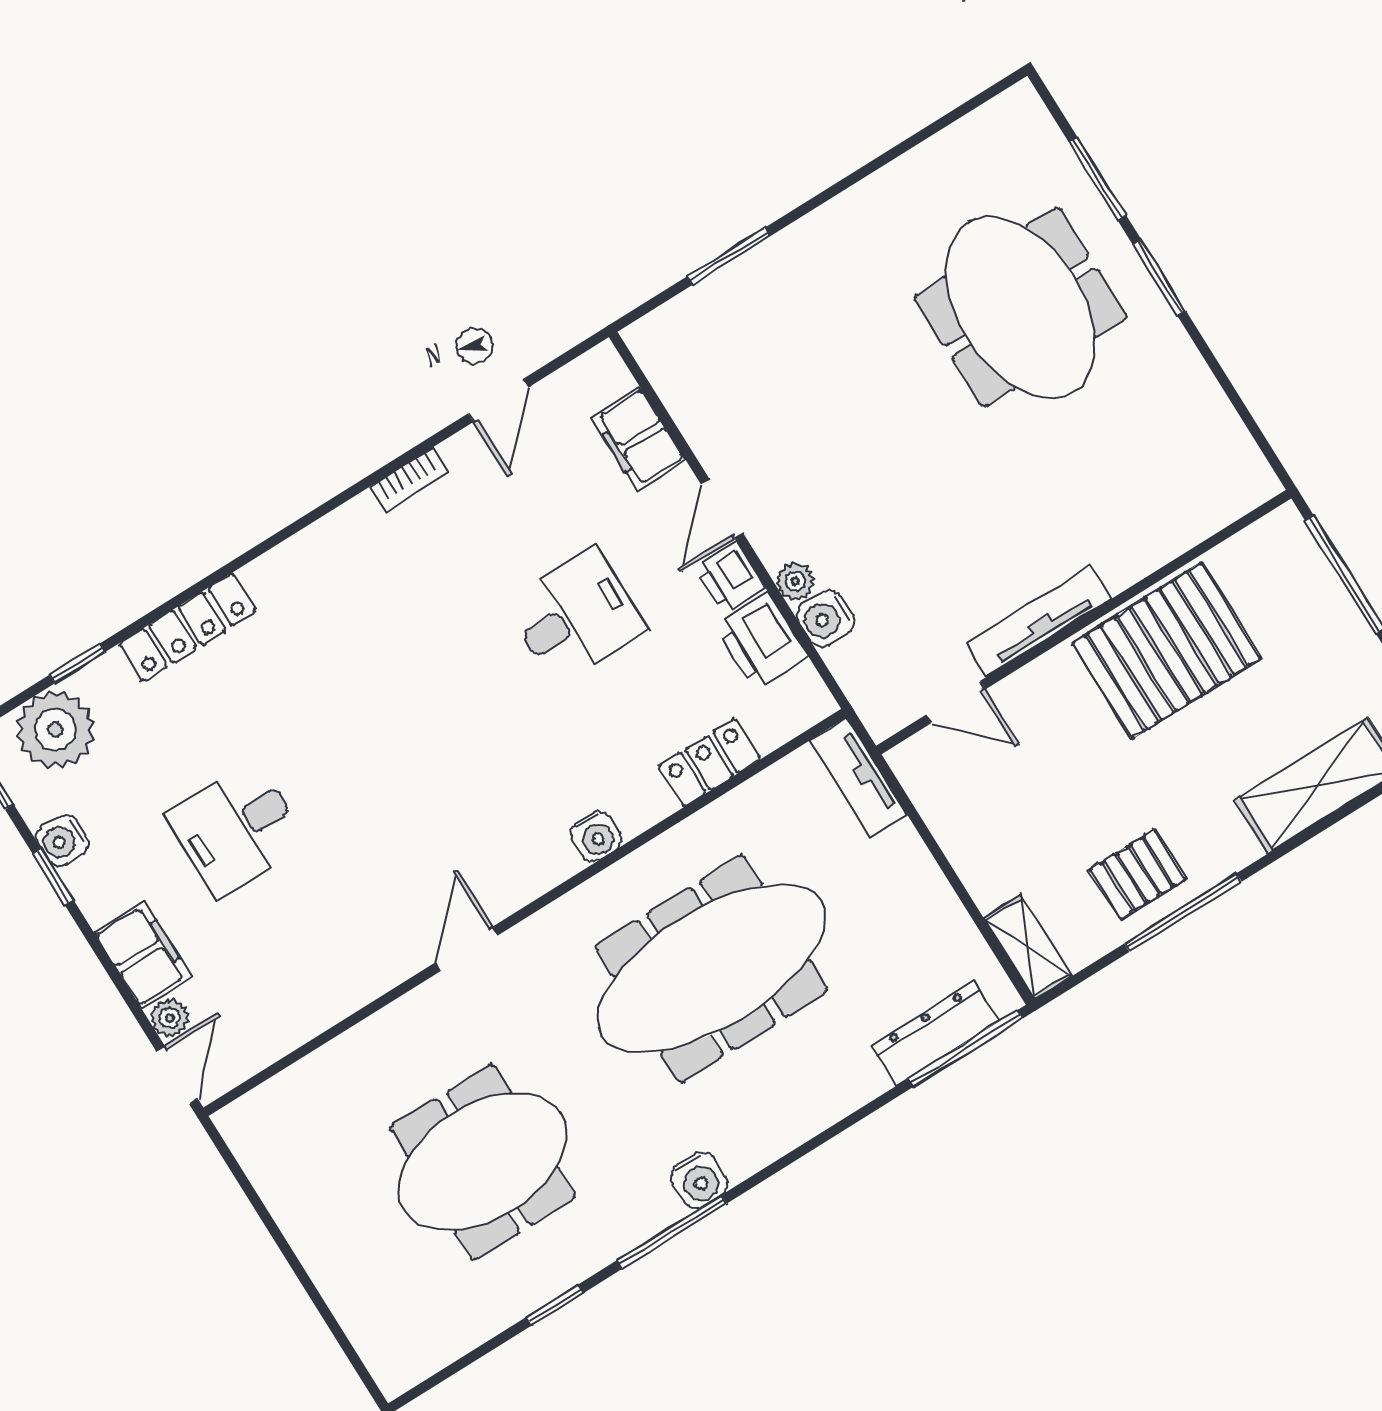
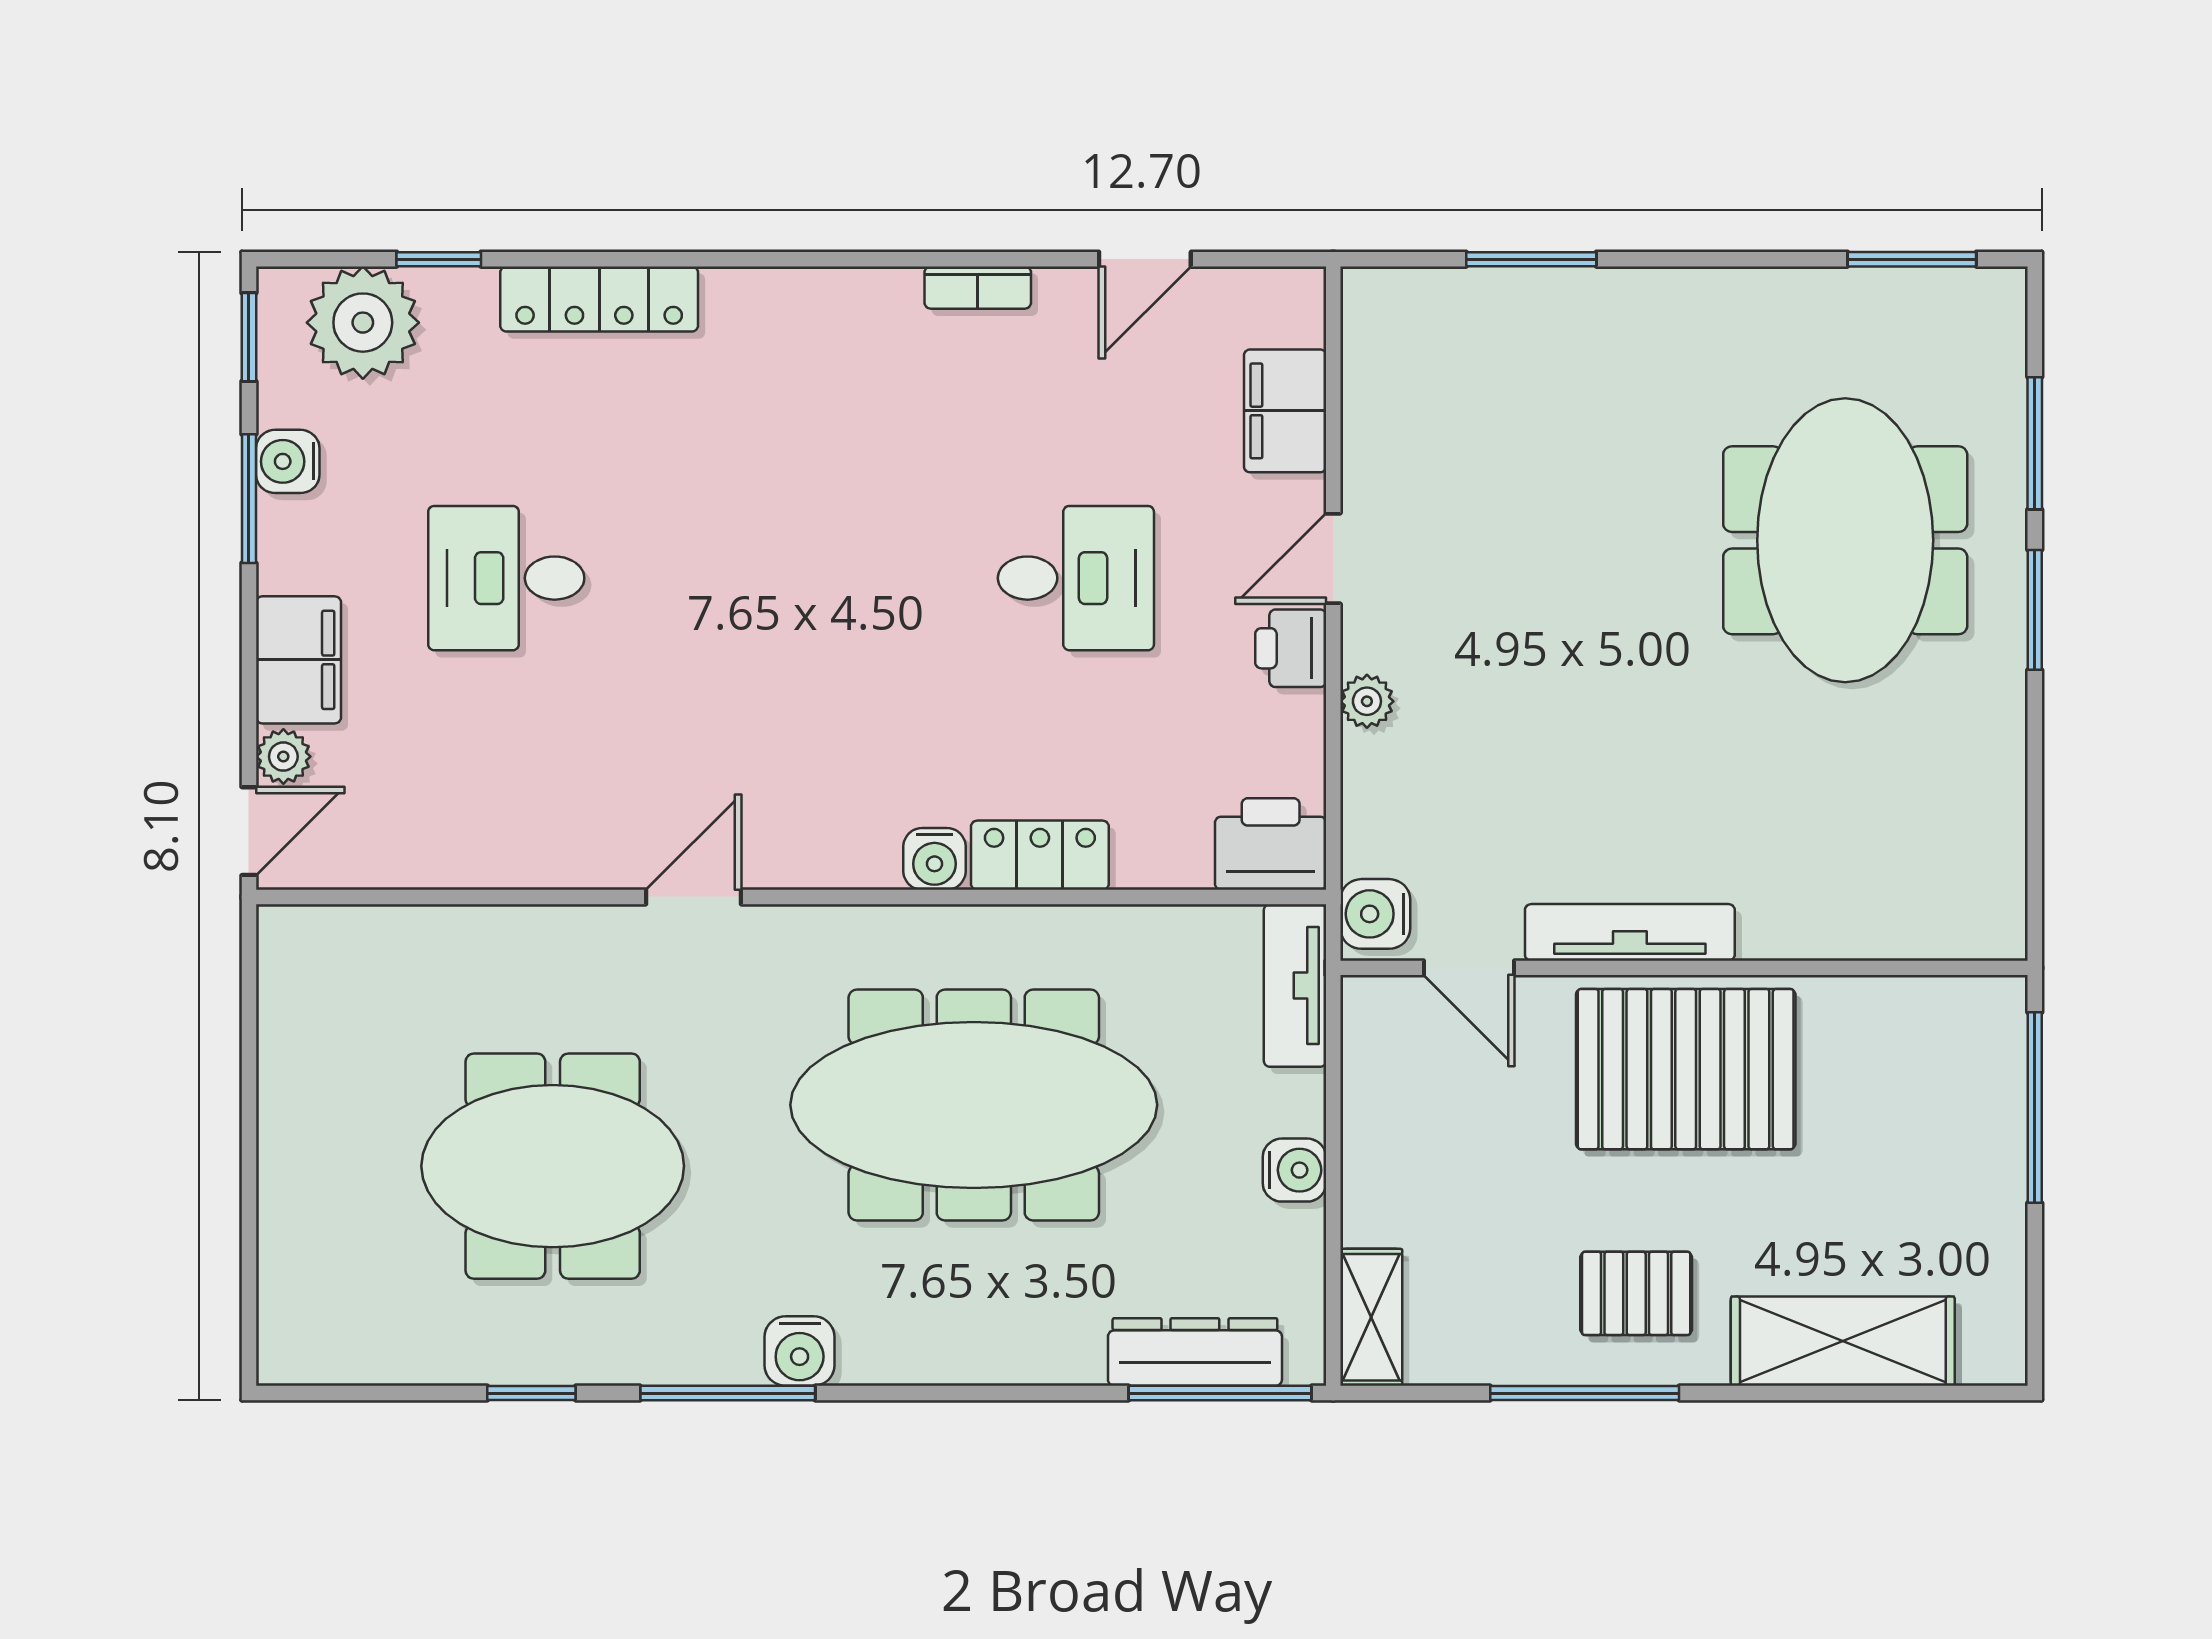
window: (956, 115) -> (1912, 259), added
water cooler: (825, 618) -> (1375, 914), moved
printer: (761, 642) -> (1271, 844), moved, turned 90
pallet: (1167, 651) -> (1686, 1069), moved
locker: (709, 763) -> (1040, 855), moved
pallet: (1138, 874) -> (1636, 1293), moved
window: (53, 877) -> (249, 499), width x1.50
water cooler: (927, 888) -> (1294, 1170), added

